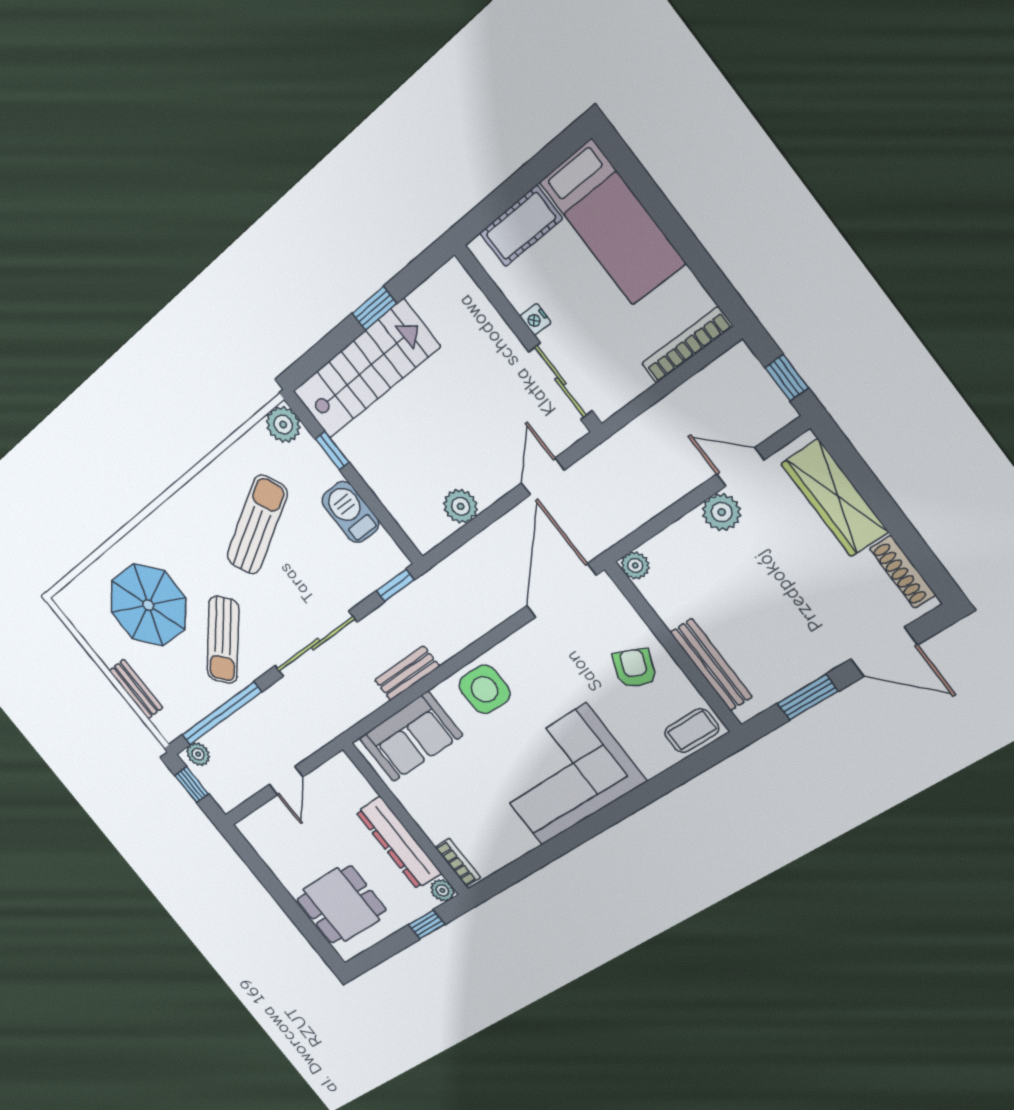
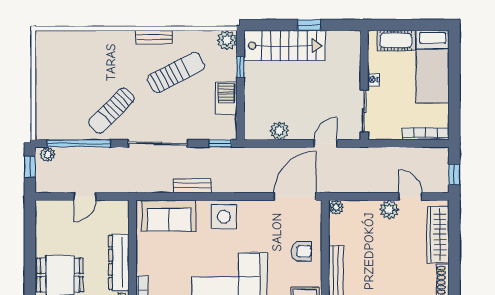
parasol: (148, 605) -> (86, 69), removed
armchair: (635, 668) -> (301, 251), turned 67
bench: (136, 689) -> (154, 37), moved, turned 90

